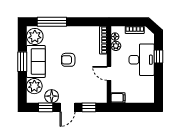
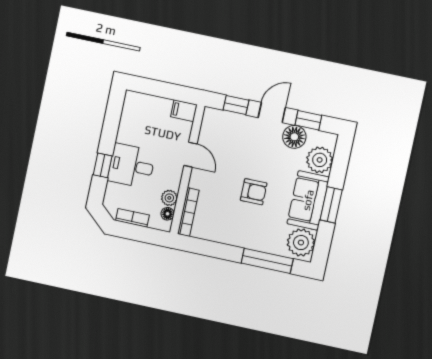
desk: (142, 60) -> (131, 166), width x0.73

